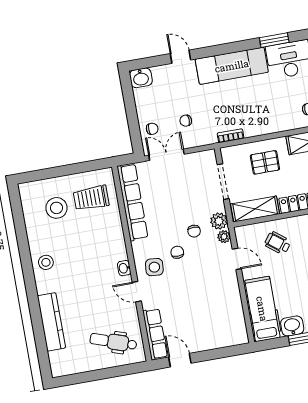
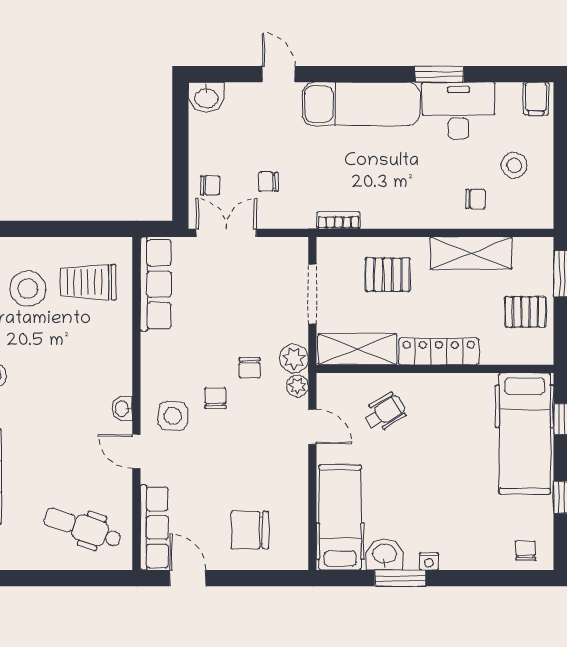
row of seats: (132, 202) -> (156, 284), width x0.73
wheelchair: (278, 243) -> (385, 412), turned 110
chair: (211, 326) -> (250, 530), added

